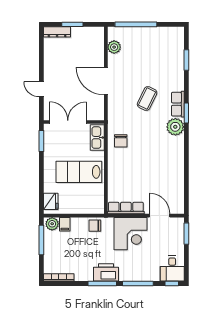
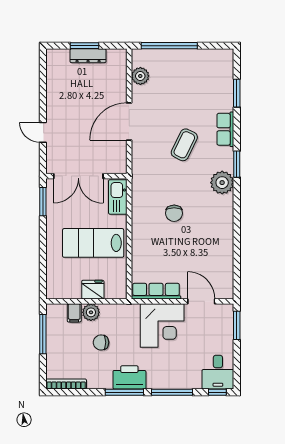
dresser: (57, 32) -> (88, 56), moved
door: (106, 81) -> (129, 121), hinge flipped
row of seats: (178, 104) -> (225, 129), moved
double door: (68, 122) -> (78, 176), swing flipped
chair: (121, 141) -> (174, 213), moved
fridge: (51, 201) -> (93, 290), moved, turned -90
plant: (52, 224) -> (91, 312), moved
chair: (95, 226) -> (101, 342), moved

